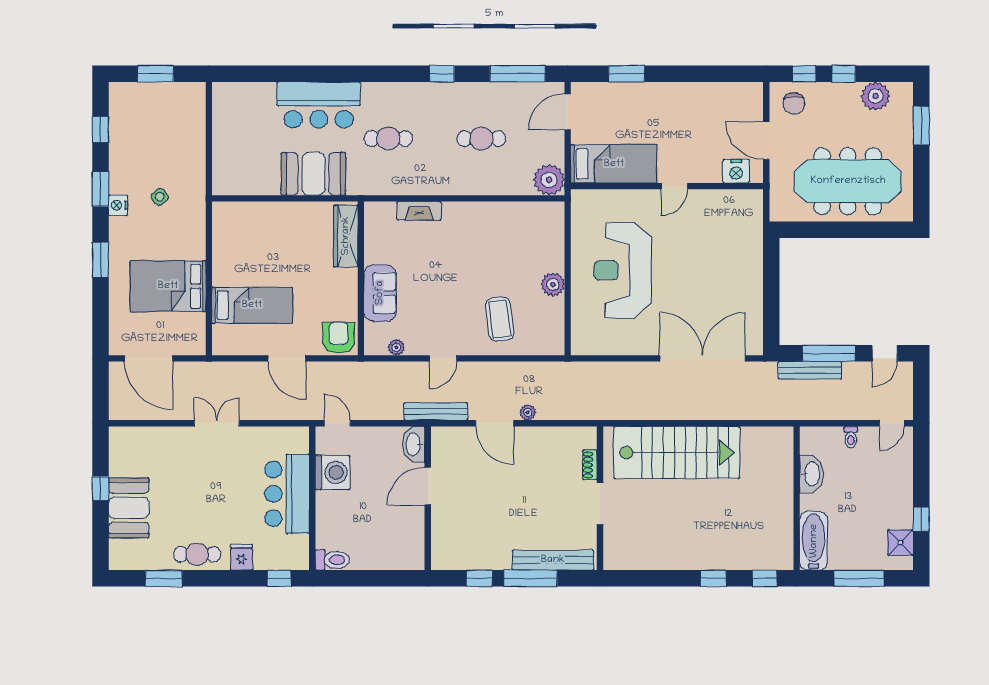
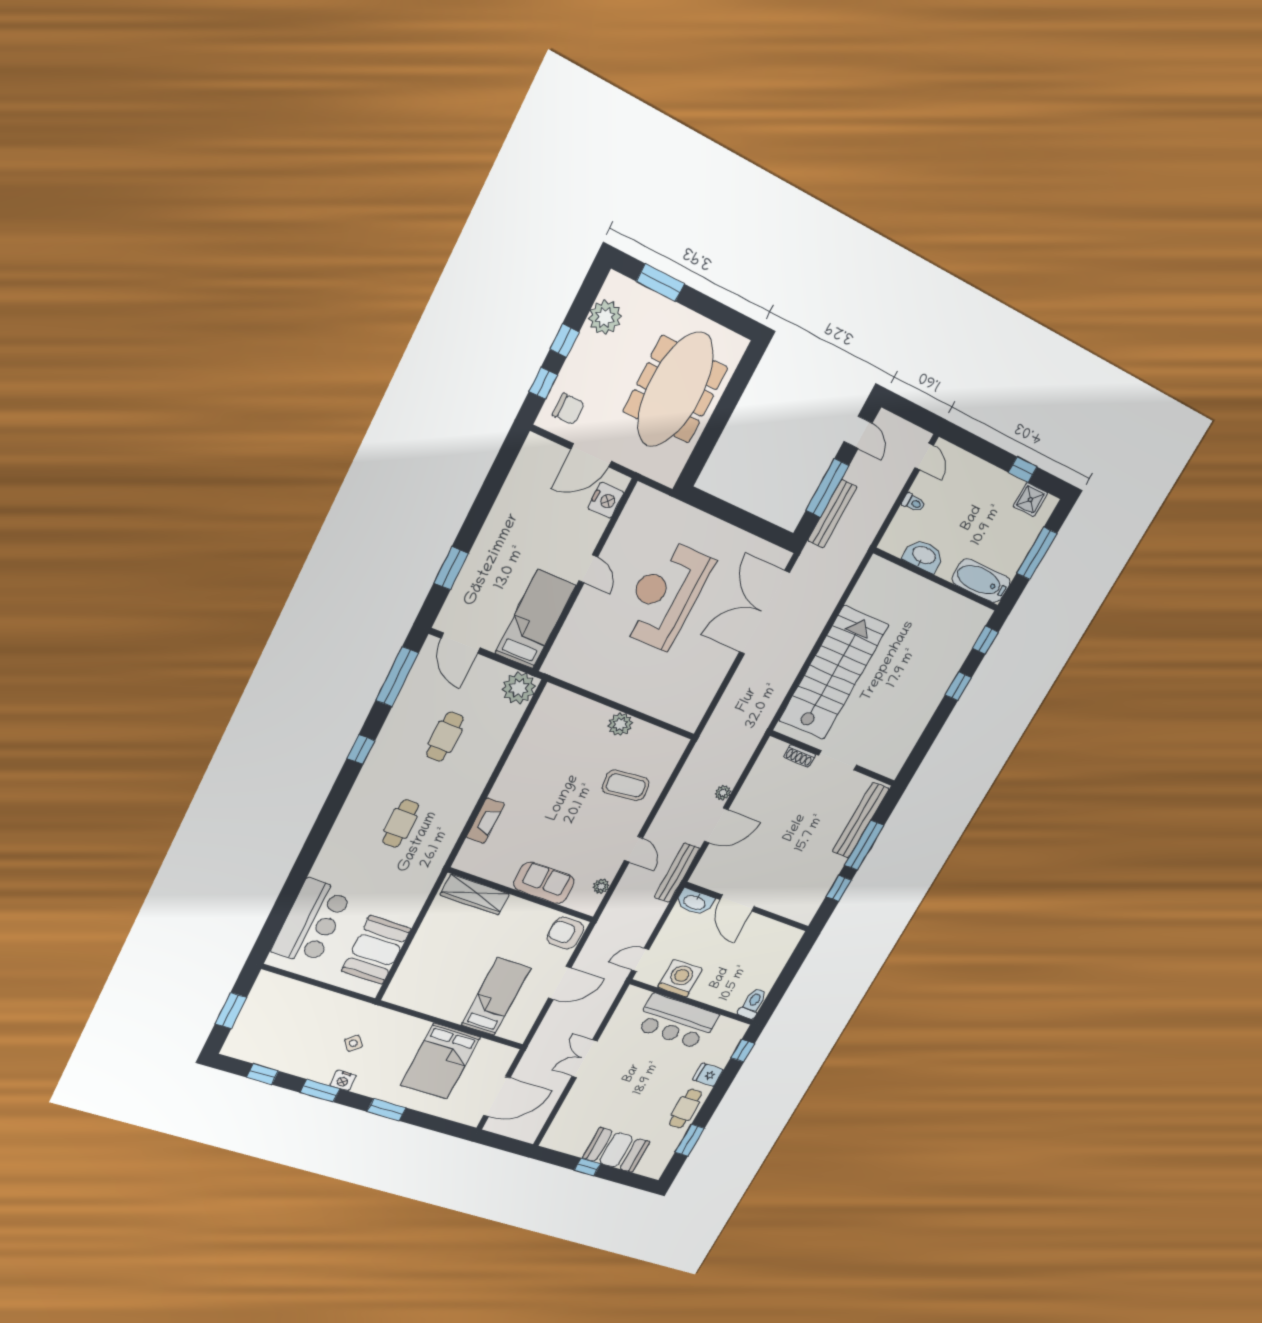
bar counter: (319, 105) -> (312, 922), moved
booth: (313, 174) -> (376, 950), moved
reception desk: (623, 270) -> (665, 595), moved, turned 90

